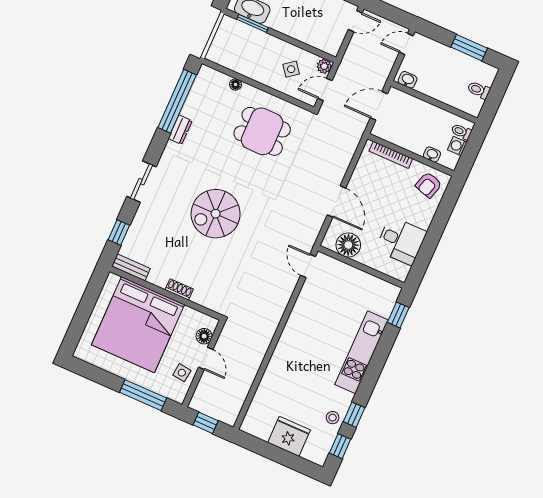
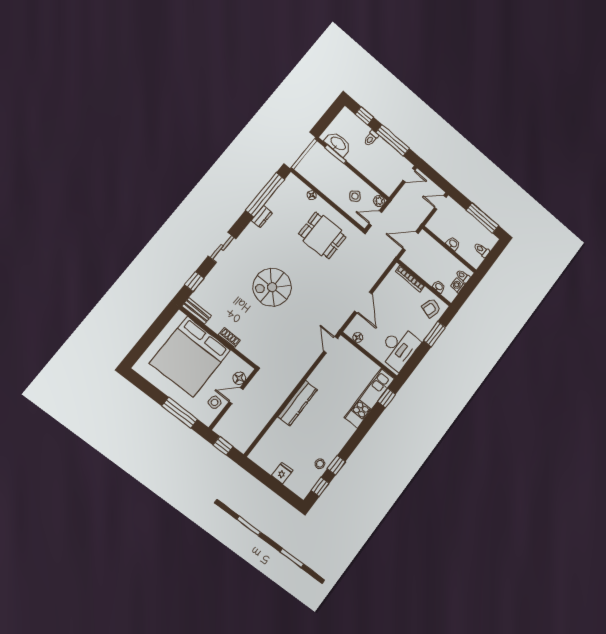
window: (469, 48) -> (482, 218), width x1.44
washbasin: (408, 80) -> (453, 244), moved
window: (442, 217) -> (434, 334), added
desk: (401, 241) -> (399, 348), width x1.37
floor lamp: (348, 245) -> (358, 338), width x0.53, depth x0.53
kitchen counter: (285, 349) -> (298, 403), added
kitchen unit: (362, 352) -> (369, 398), moved
door: (206, 358) -> (236, 396), swing flipped
fridge: (289, 436) -> (282, 473), width x0.53, depth x0.75

